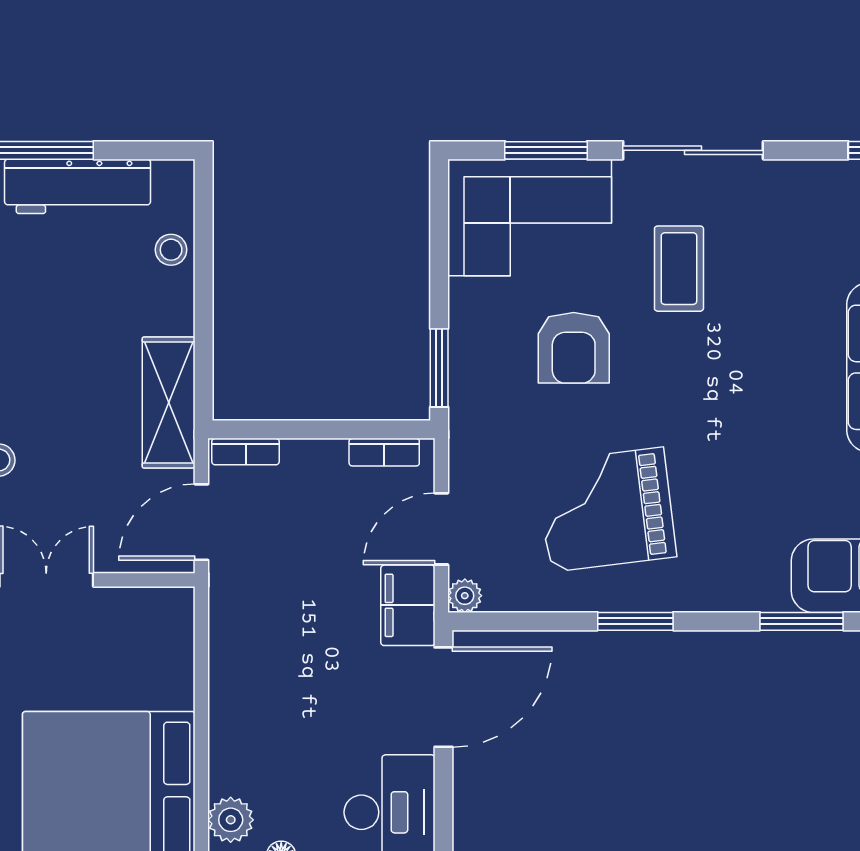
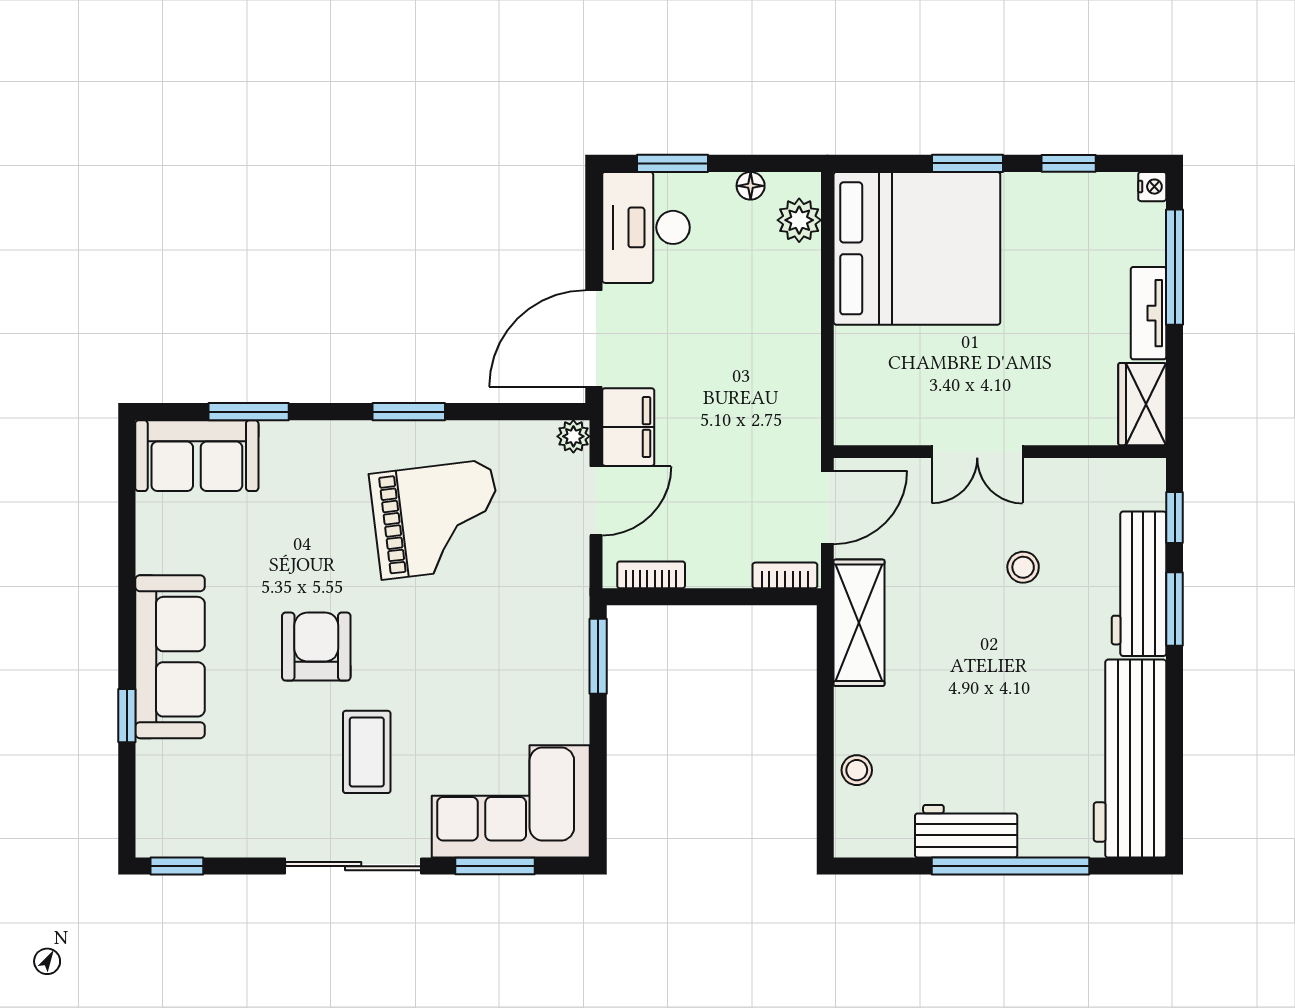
workbench: (78, 186) -> (966, 831), width x0.73
armchair: (574, 348) -> (316, 647), moved

